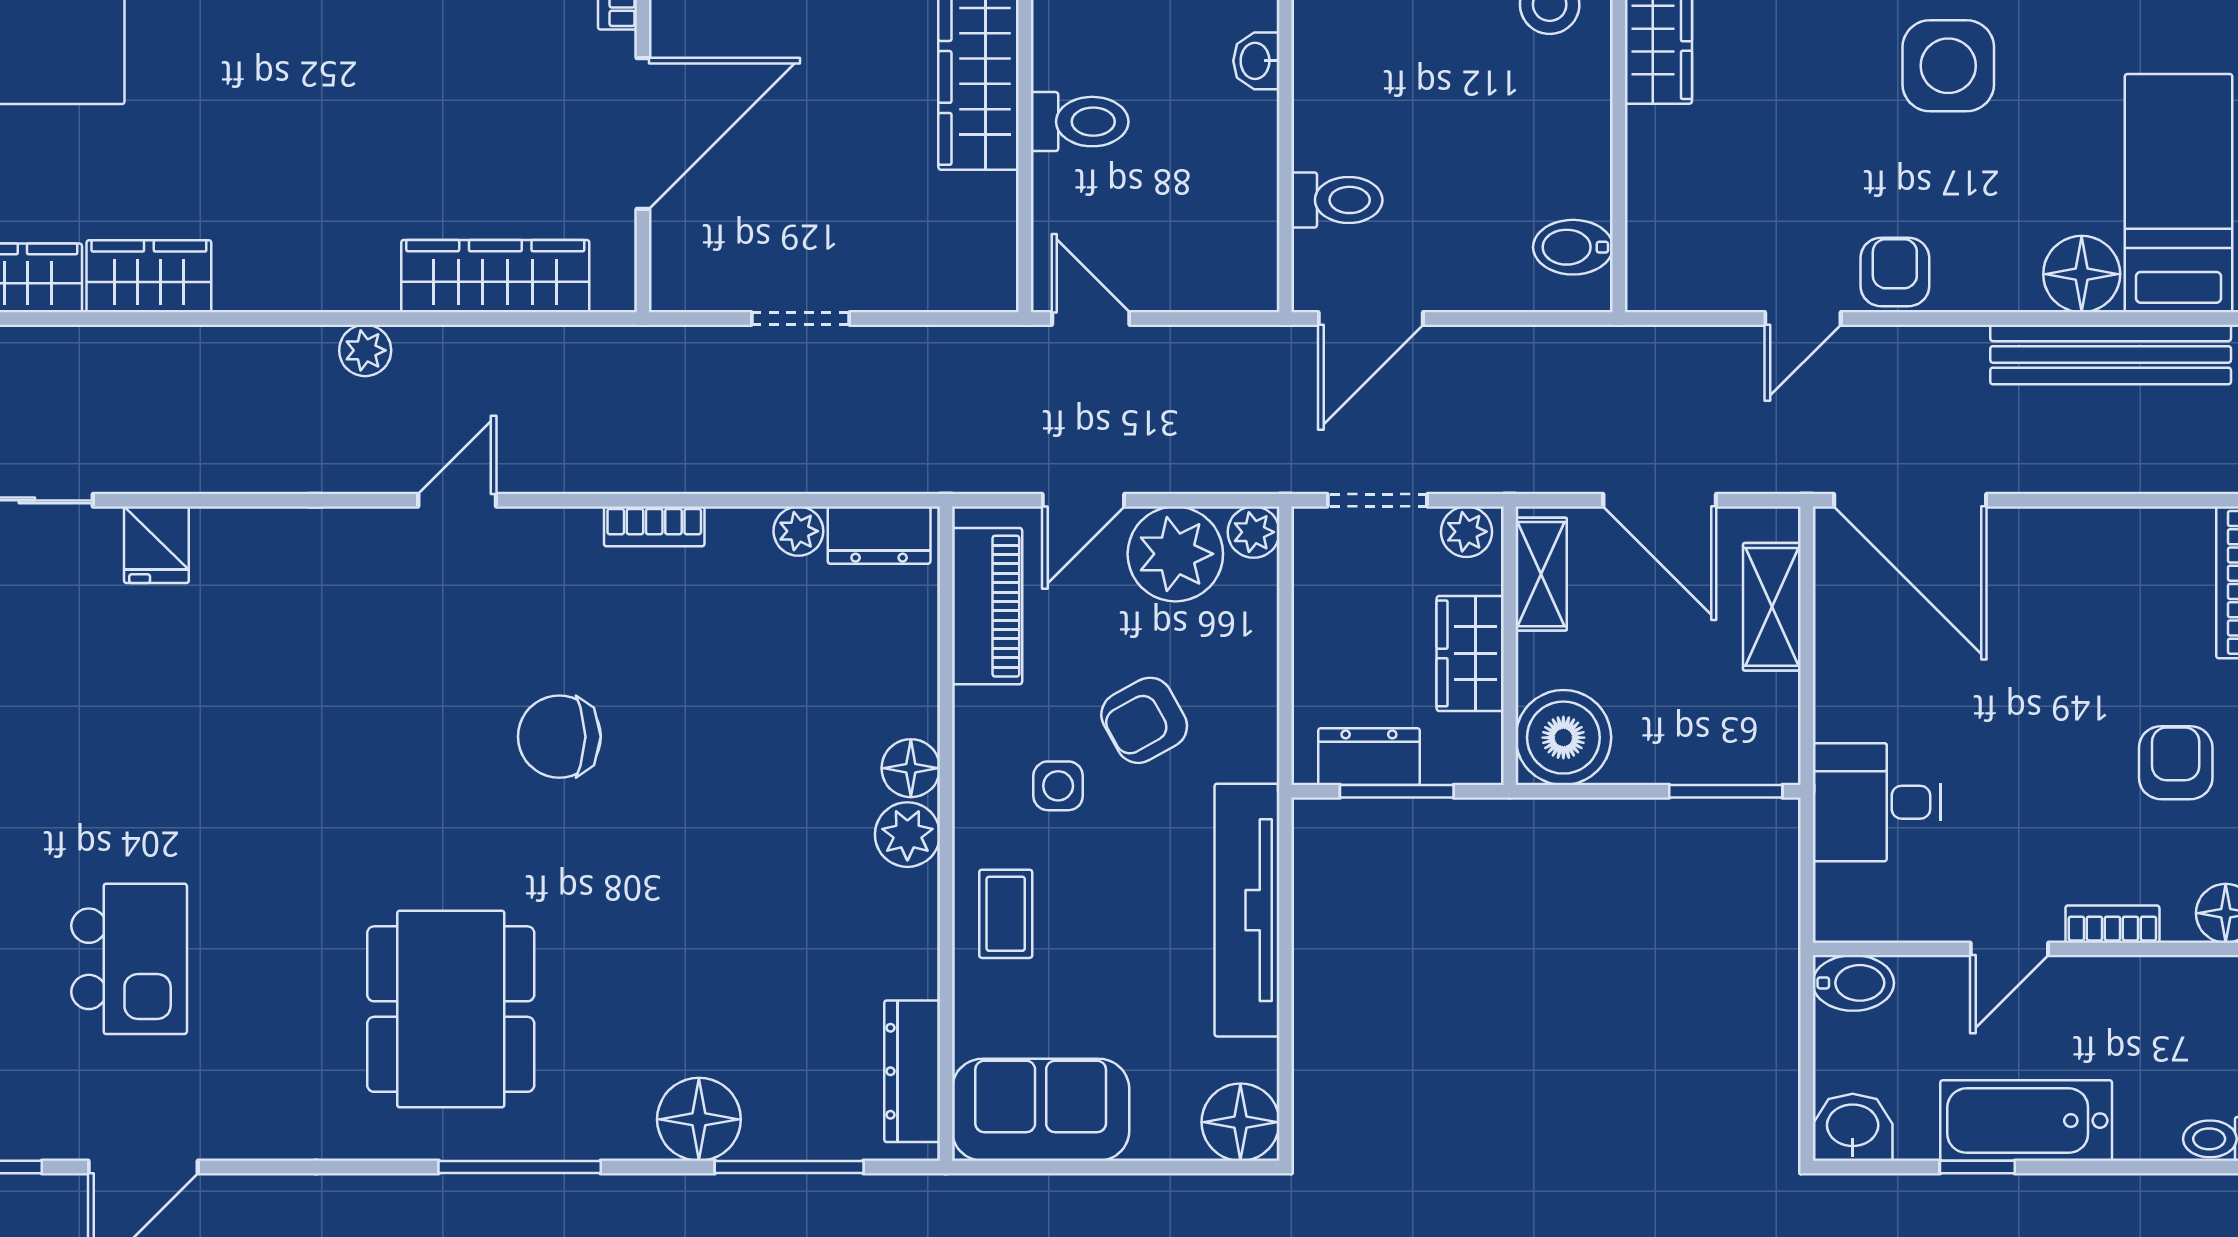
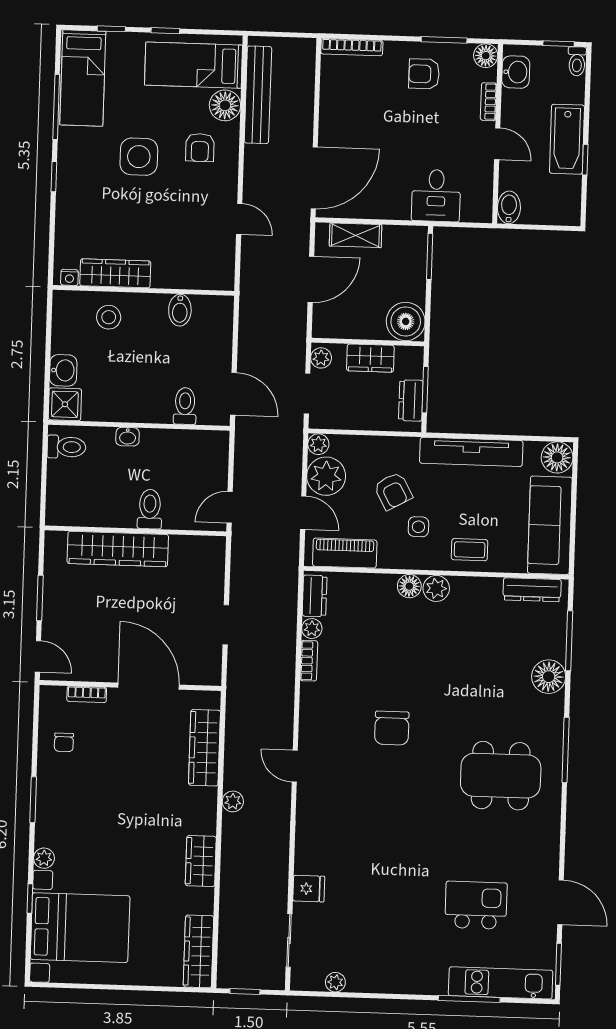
bidet: (1573, 247) -> (180, 310), moved
armchair: (1895, 272) -> (200, 148), moved, turned -90
wardrobe: (149, 276) -> (201, 861), moved
bookcase: (654, 526) -> (309, 661), moved
shelving: (1541, 574) -> (339, 328), removed
sofa: (1041, 1110) -> (550, 525), width x1.36
washbasin: (1853, 1127) -> (516, 72), moved, turned 180

